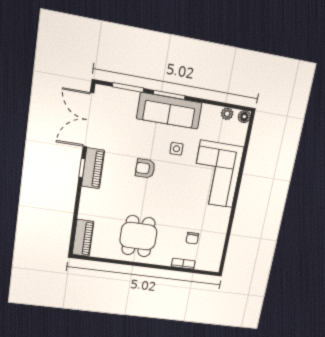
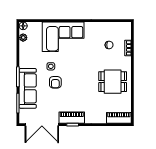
sofa: (169, 111) -> (28, 88), moved
armchair: (145, 168) -> (55, 82), moved

